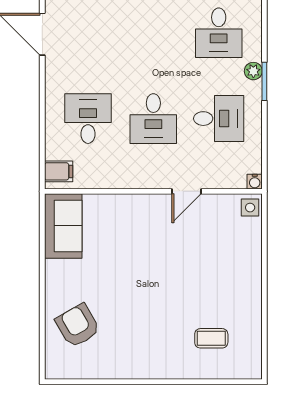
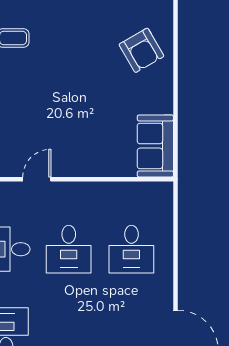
desk: (153, 119) -> (69, 249), turned 180
filing cabinet: (59, 171) -> (160, 198), removed

